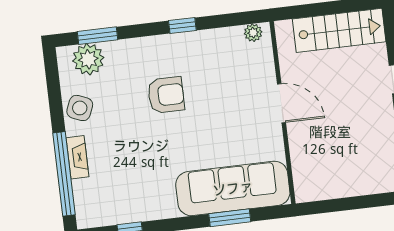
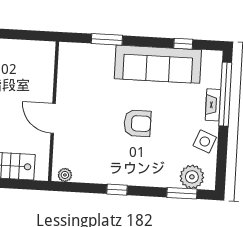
armchair: (166, 95) -> (137, 123), moved, turned 180
sofa: (233, 188) -> (158, 64), moved

